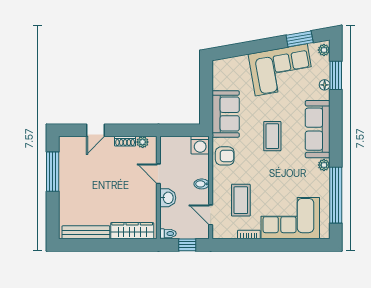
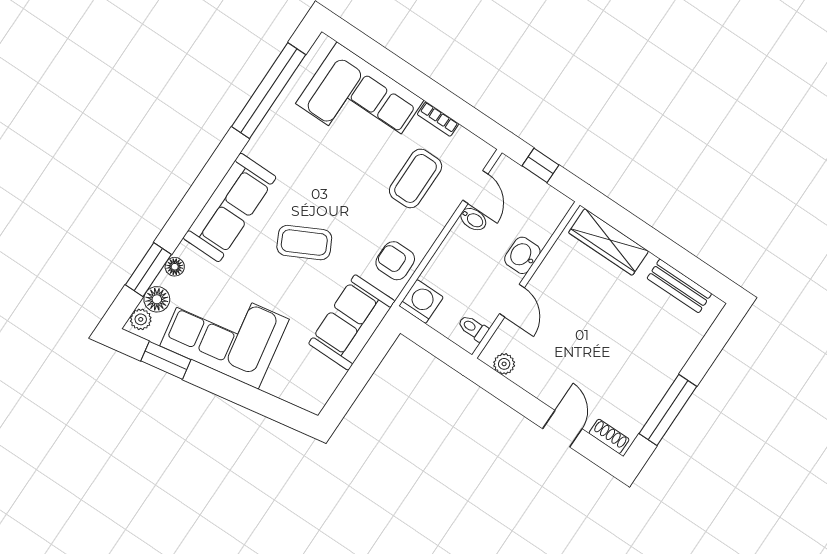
floor lamp: (323, 64) -> (157, 299), added
door: (96, 130) -> (562, 429), hinge flipped
coffee table: (272, 136) -> (304, 243), turned 63
shoe rack: (125, 141) -> (609, 436), moved
plant: (324, 165) -> (256, 148), removed
bidet: (202, 184) -> (473, 219), moved
bench: (86, 232) -> (679, 286), width x0.73
toilet: (168, 234) -> (473, 328), moved

